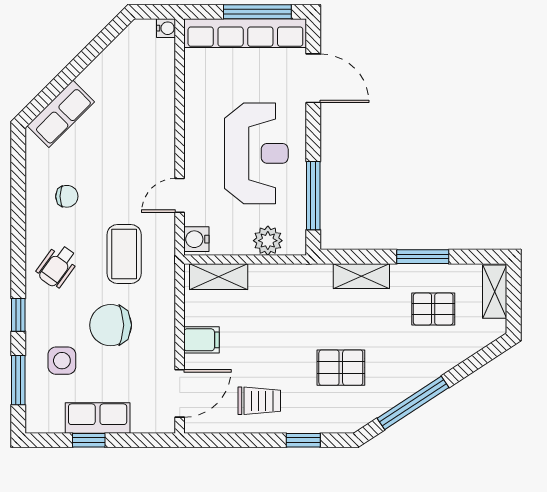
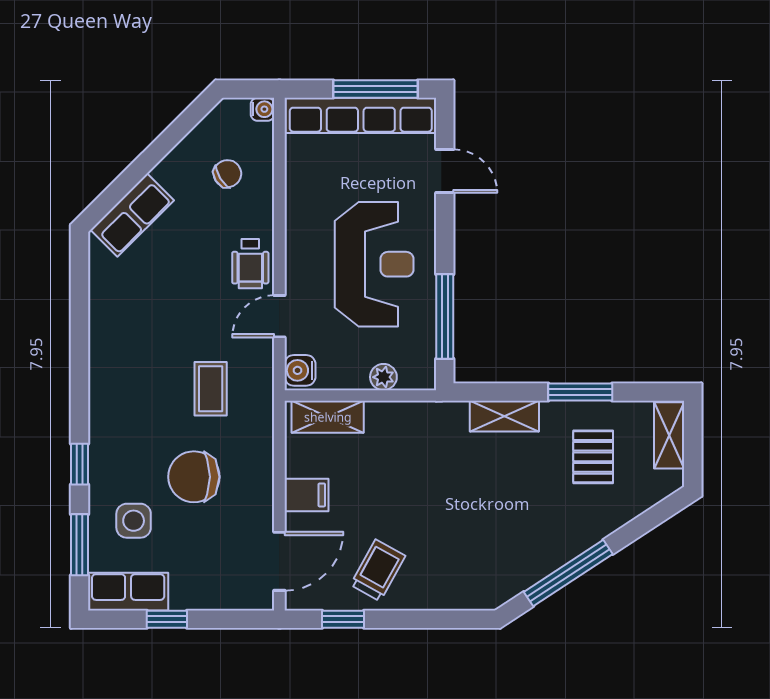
door: (313, 78) -> (445, 171), width x0.73
chair: (67, 196) -> (227, 174), moved, turned -32
plant: (268, 241) -> (383, 377), width x0.73, depth x0.73
coffee table: (124, 254) -> (211, 389), width x0.73, depth x0.77
wheelchair: (57, 266) -> (250, 264), moved, turned -36
pallet: (433, 309) -> (593, 457), turned 90
pallet: (341, 368) -> (479, 529), removed
trolley: (259, 401) -> (378, 570), turned -61
row of seats: (98, 418) -> (128, 592), moved
window: (303, 440) -> (343, 619), moved

